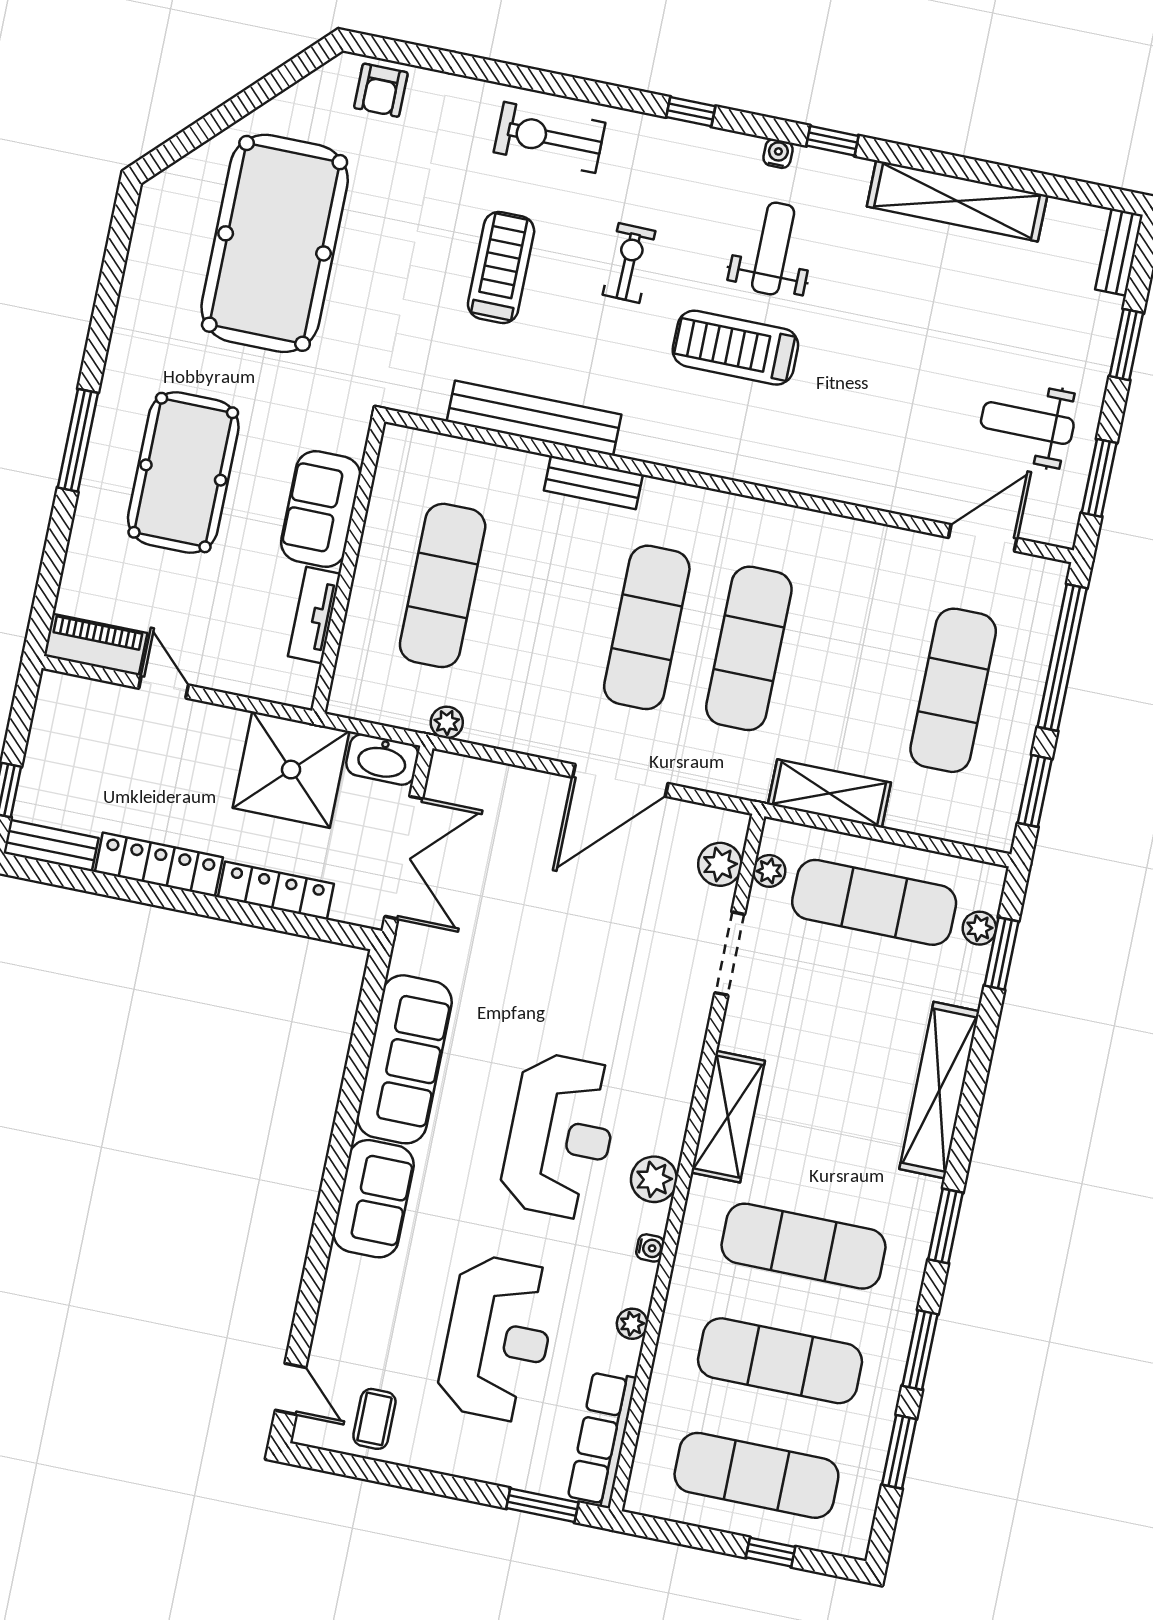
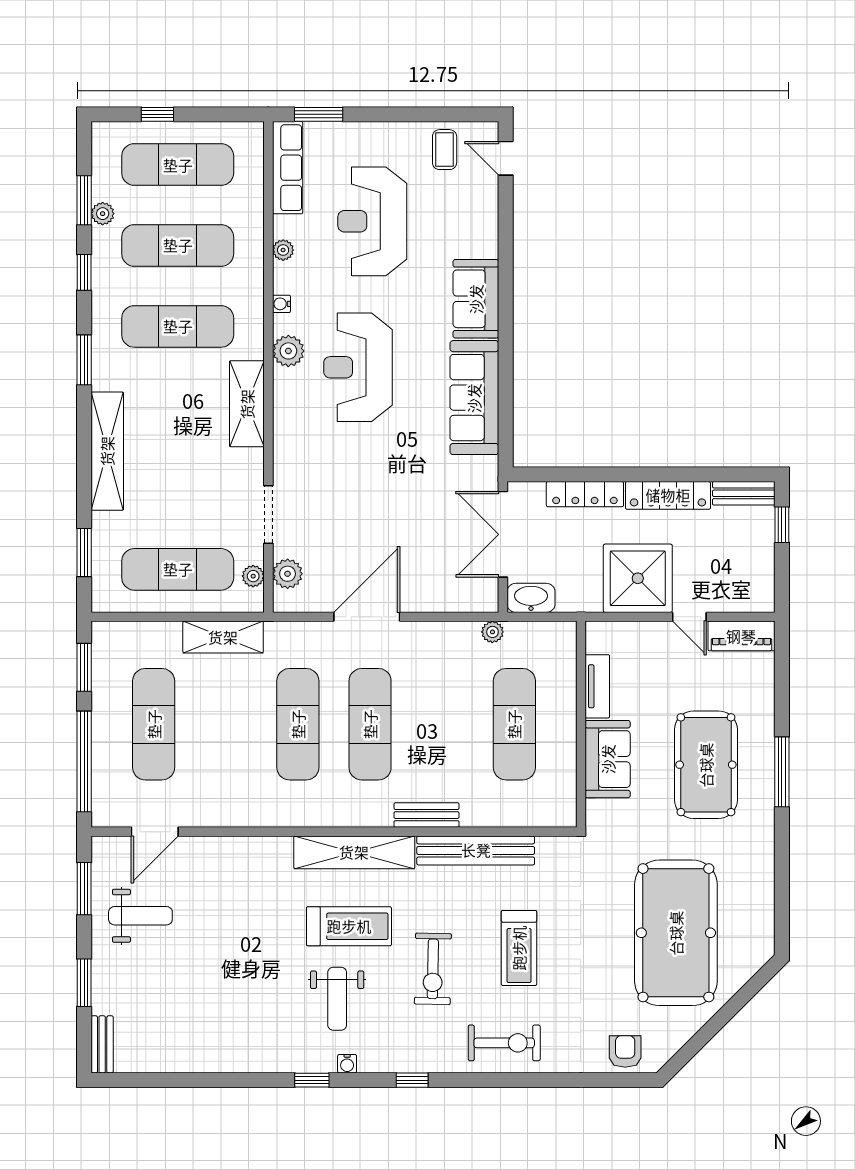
shelving: (957, 201) -> (354, 852), moved
exercise bike: (629, 263) -> (433, 969), width x1.38, depth x1.39
shower: (291, 770) -> (638, 578), moved
plant: (979, 928) -> (103, 214), moved
window: (920, 1350) -> (84, 272), width x0.67

